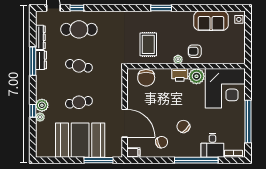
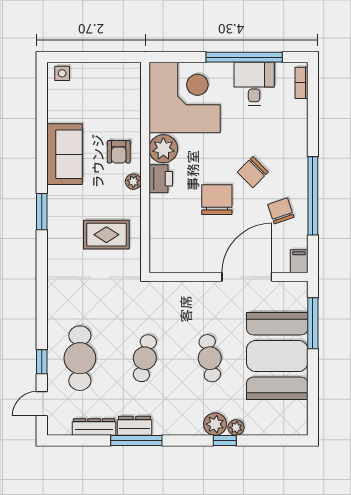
sofa: (211, 21) -> (64, 154), moved
chair: (146, 78) -> (217, 200), moved, turned -90
desk: (212, 145) -> (254, 84), moved, turned -90
window: (196, 160) -> (313, 196), moved

